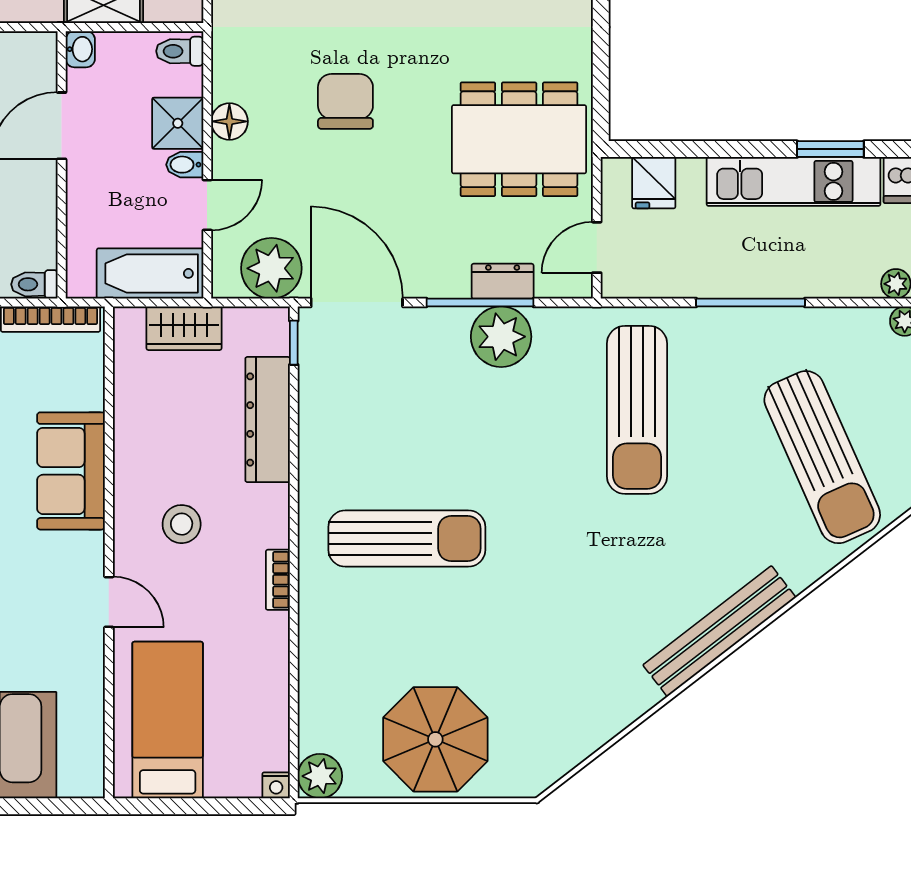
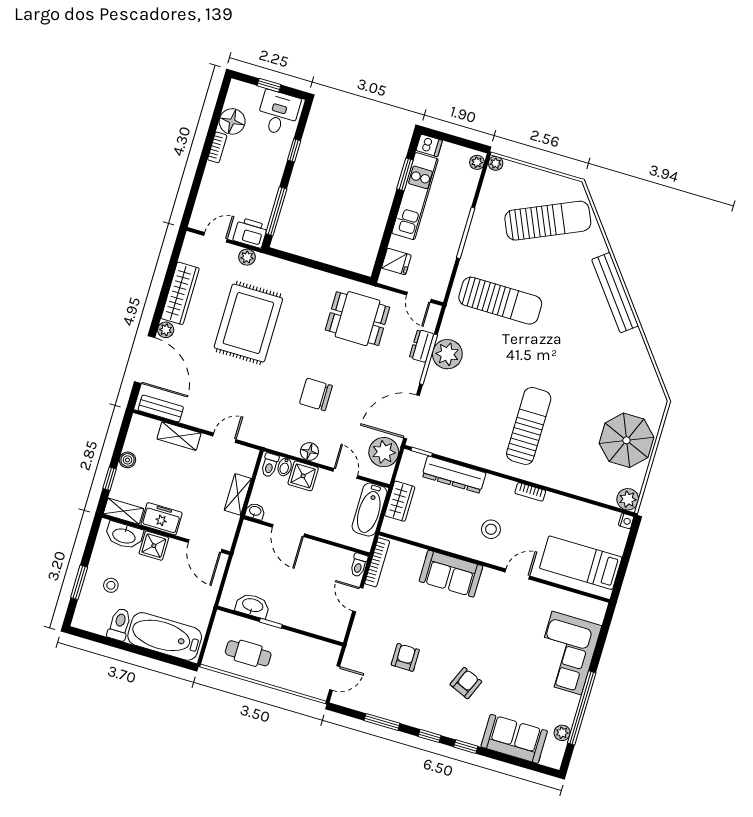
dining table: (519, 139) -> (358, 319), width x0.73
bidet: (185, 165) -> (285, 467), moved

